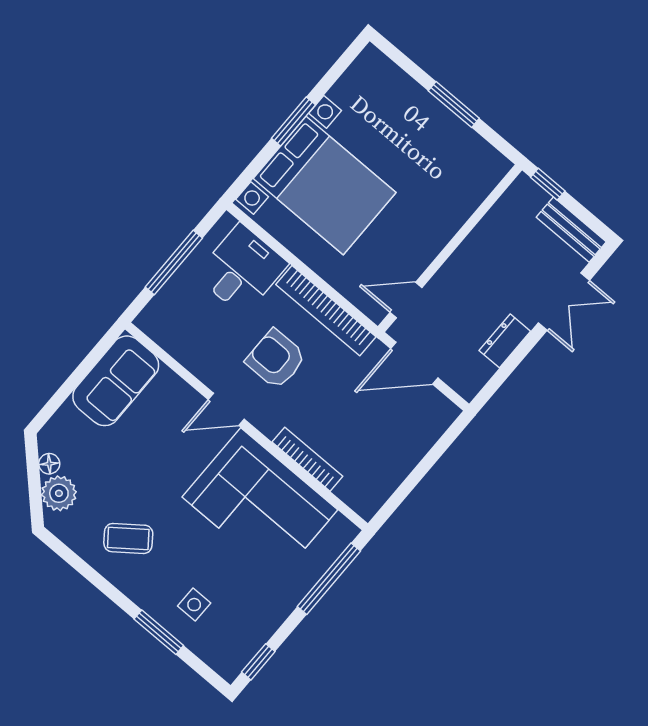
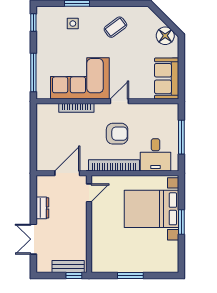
bench: (571, 230) -> (68, 267), moved
floor lamp: (49, 464) -> (165, 36), width x1.89, depth x1.89
plant: (59, 493) -> (153, 22), removed

